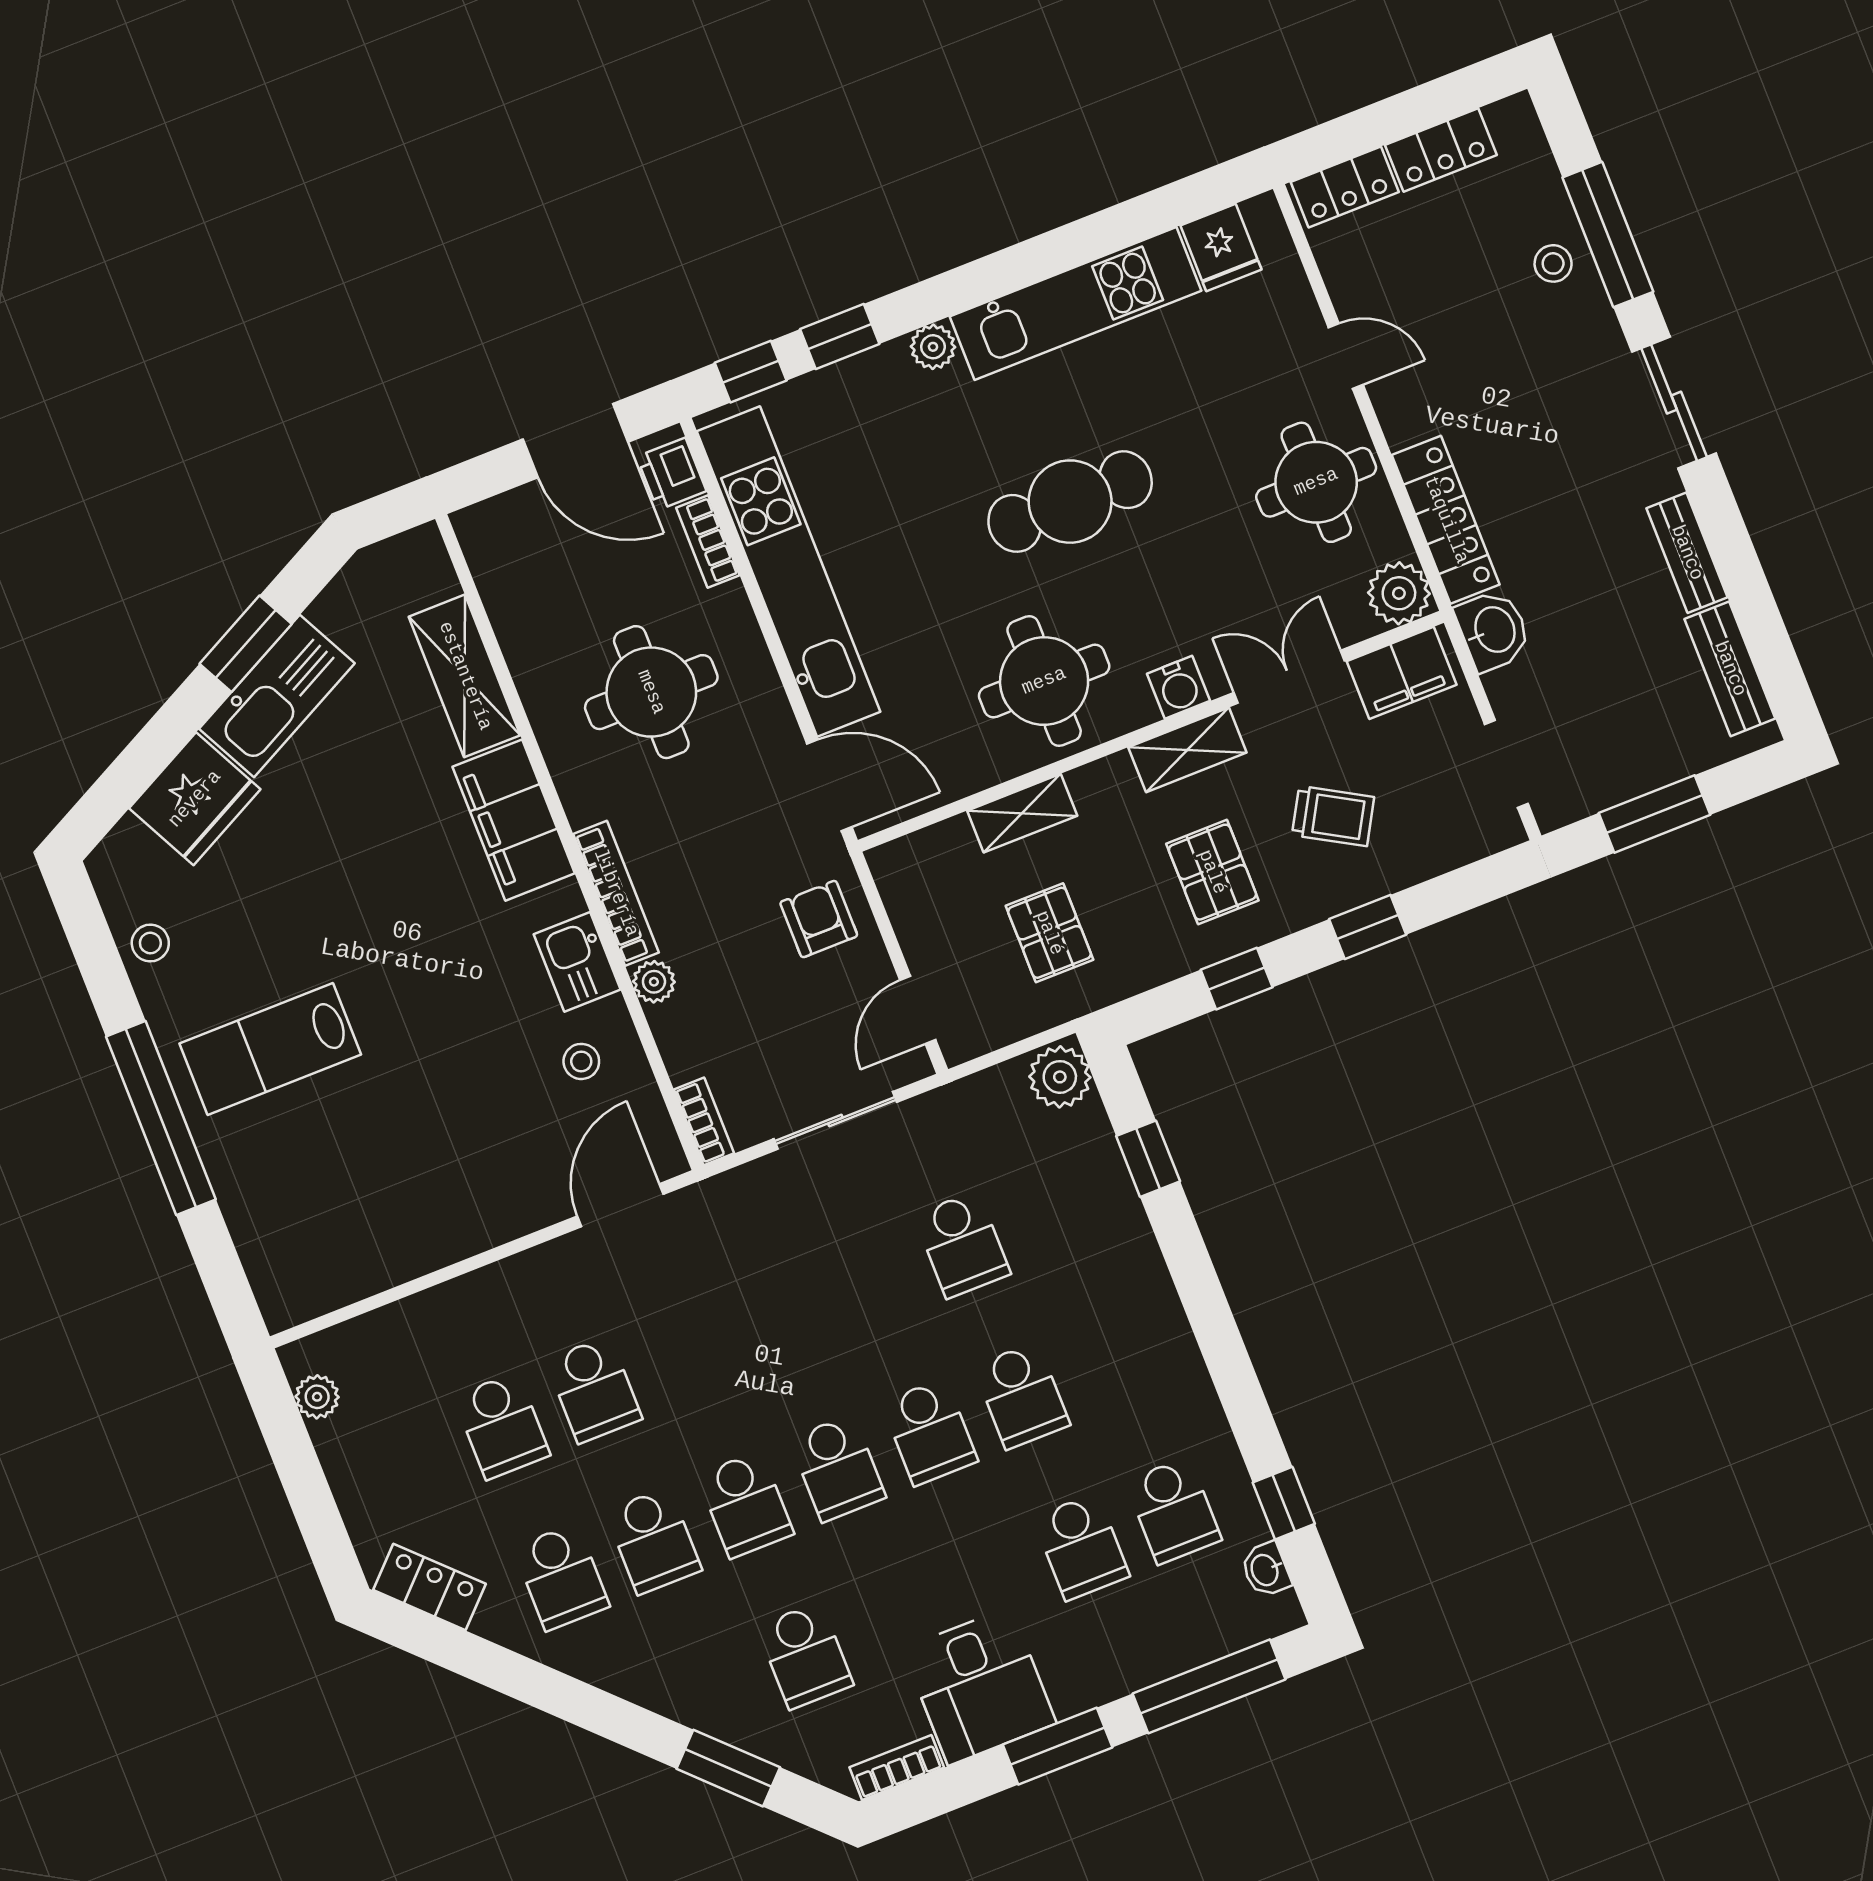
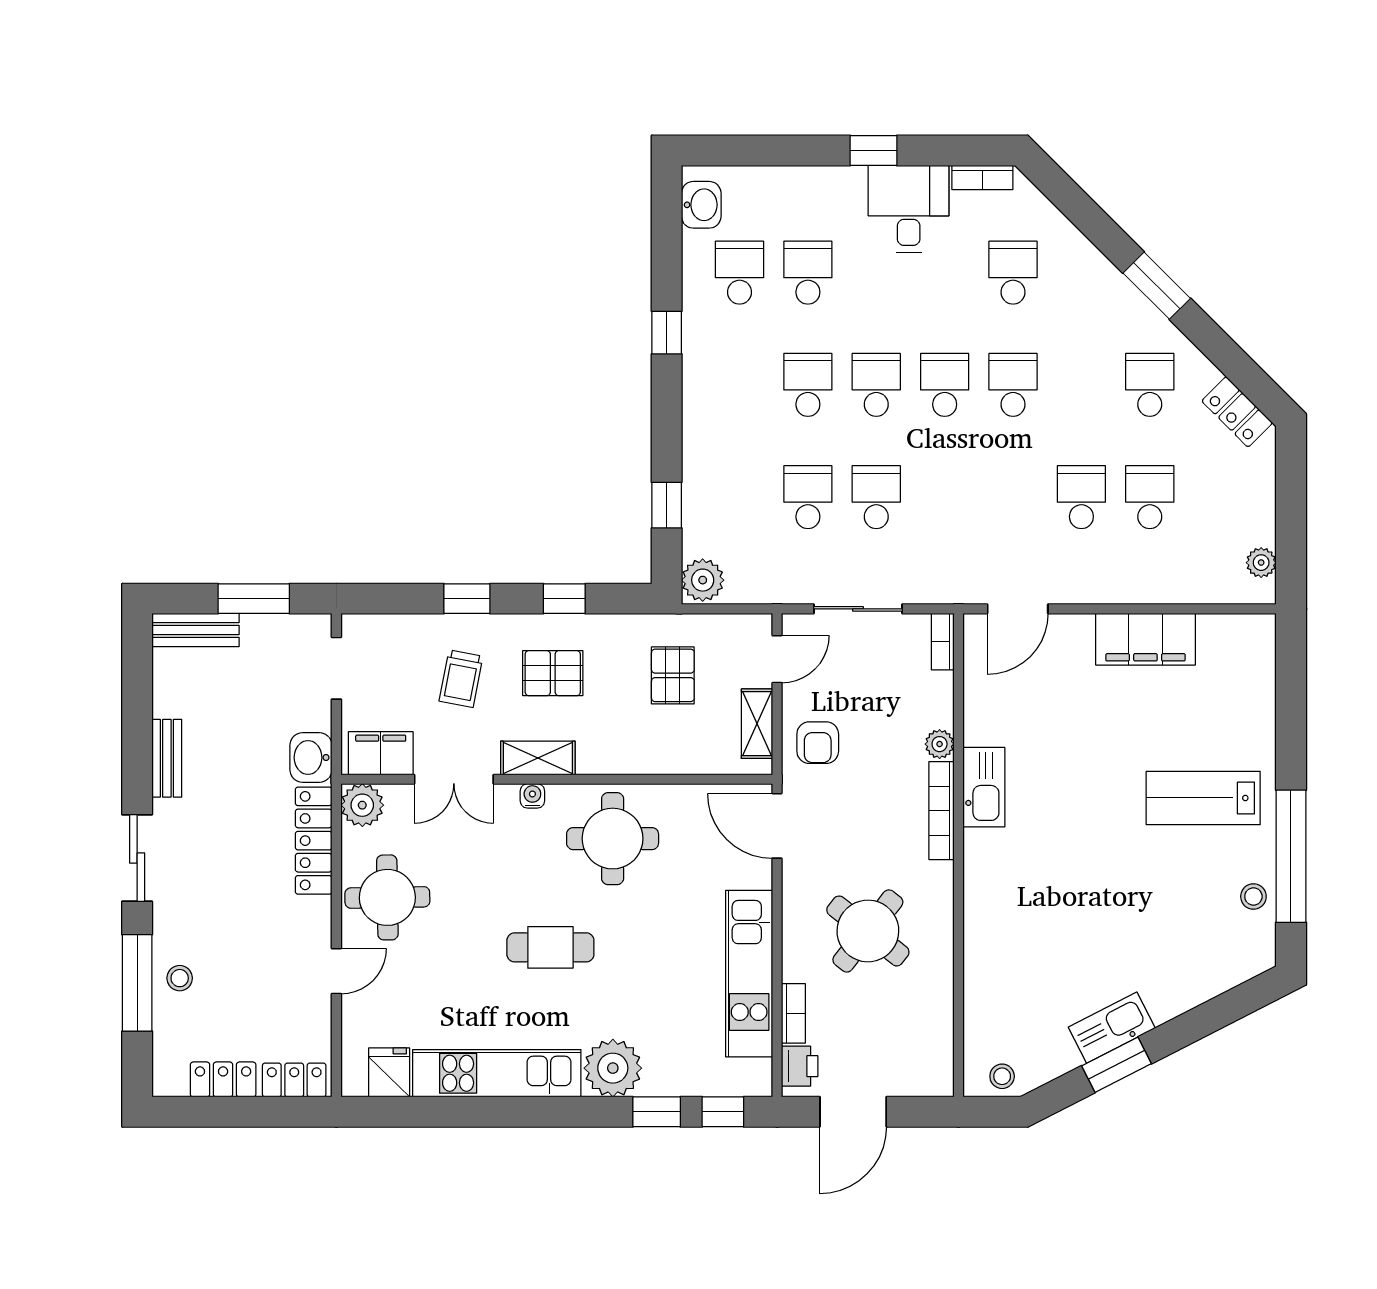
plant: (933, 347) -> (613, 1068), width x1.88, depth x1.88
door: (1346, 356) -> (336, 971), swing flipped
door: (575, 441) -> (853, 1112), swing flipped
cafe table: (1070, 502) -> (550, 947), width x0.73, depth x0.74
kitchen unit: (789, 572) -> (749, 974), width x0.73
bench: (1730, 669) -> (196, 630), moved, turned 90
shelving: (465, 676) -> (984, 989), removed
water cooler: (1179, 687) -> (532, 796), width x0.72, depth x0.72
round table: (651, 692) -> (868, 931), turned 38
kitchen sink: (277, 696) -> (1112, 1028), width x0.73, depth x0.81
fridge: (195, 799) -> (1188, 978), removed
shelving: (1022, 813) -> (757, 724), moved, turned 90
trolley: (1333, 816) -> (461, 679), turned -109
filing cabinet: (514, 820) -> (1145, 639), moved, turned 90
pallet: (1212, 872) -> (553, 673), turned 90
kitchen sink: (577, 962) -> (984, 787), width x1.38
lab bench: (270, 1049) -> (1203, 798), turned 180
stool: (581, 1061) -> (1002, 1076), moved
window: (161, 1118) -> (1291, 856), moved
window: (1284, 1503) -> (667, 333), moved
school desk: (653, 1541) -> (876, 497), moved
washbasin: (1266, 1570) -> (701, 205), width x1.38, depth x1.45
window: (1209, 1686) -> (761, 151), removed
window: (1058, 1746) -> (874, 151), width x0.67
window: (728, 1768) -> (1157, 286), moved

